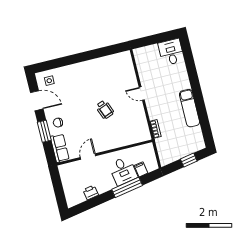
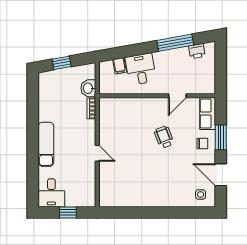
window: (154, 39) -> (68, 212), added
exam couch: (190, 108) -> (46, 144), moved
wheelchair: (105, 109) -> (164, 137), moved
washbasin: (162, 145) -> (88, 88), added
window: (127, 187) -> (175, 43), moved
printer: (91, 192) -> (197, 51), moved

